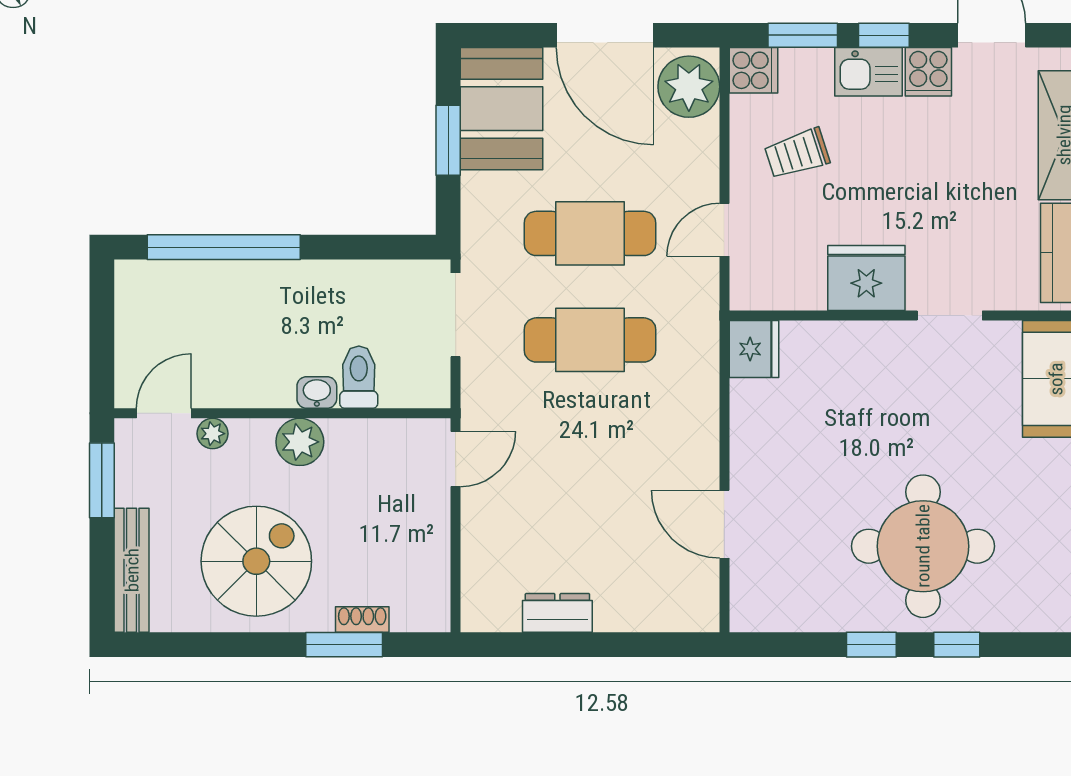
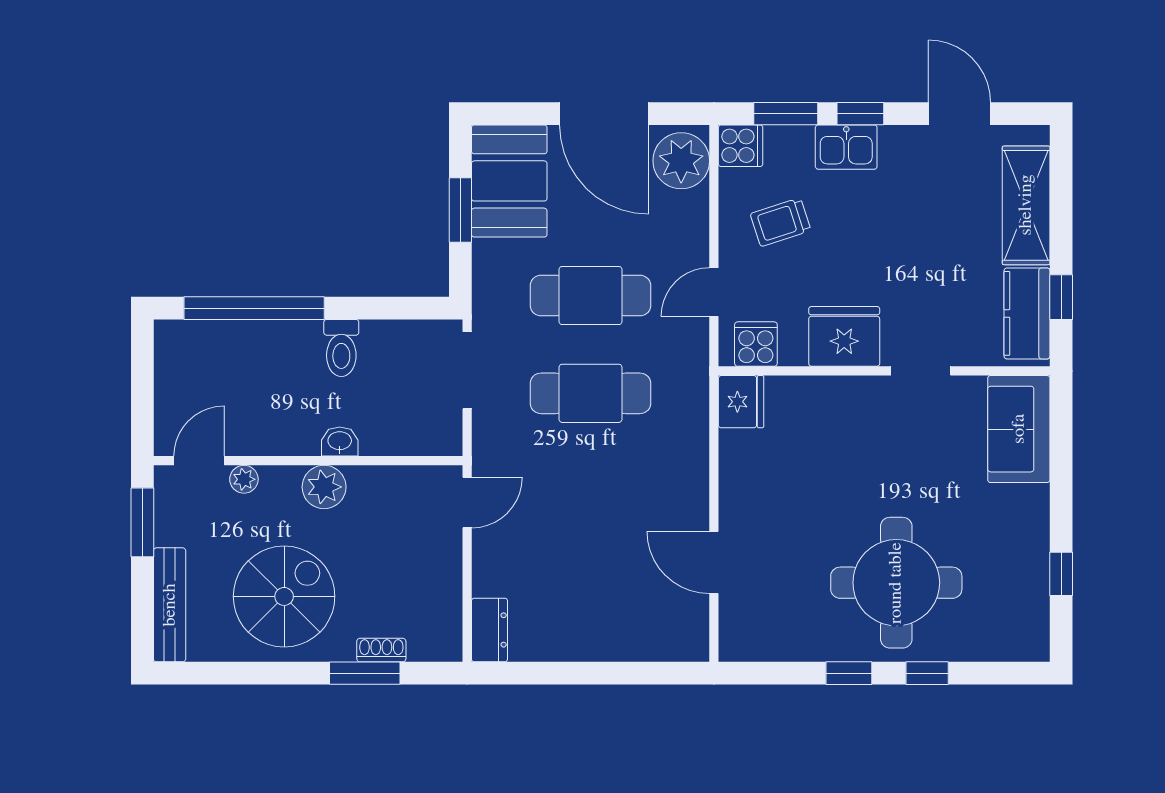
cooker: (928, 72) -> (756, 344), moved, turned 180
toilet: (359, 377) -> (341, 348), moved, turned 180
dresser: (557, 613) -> (490, 630), moved, turned 90

